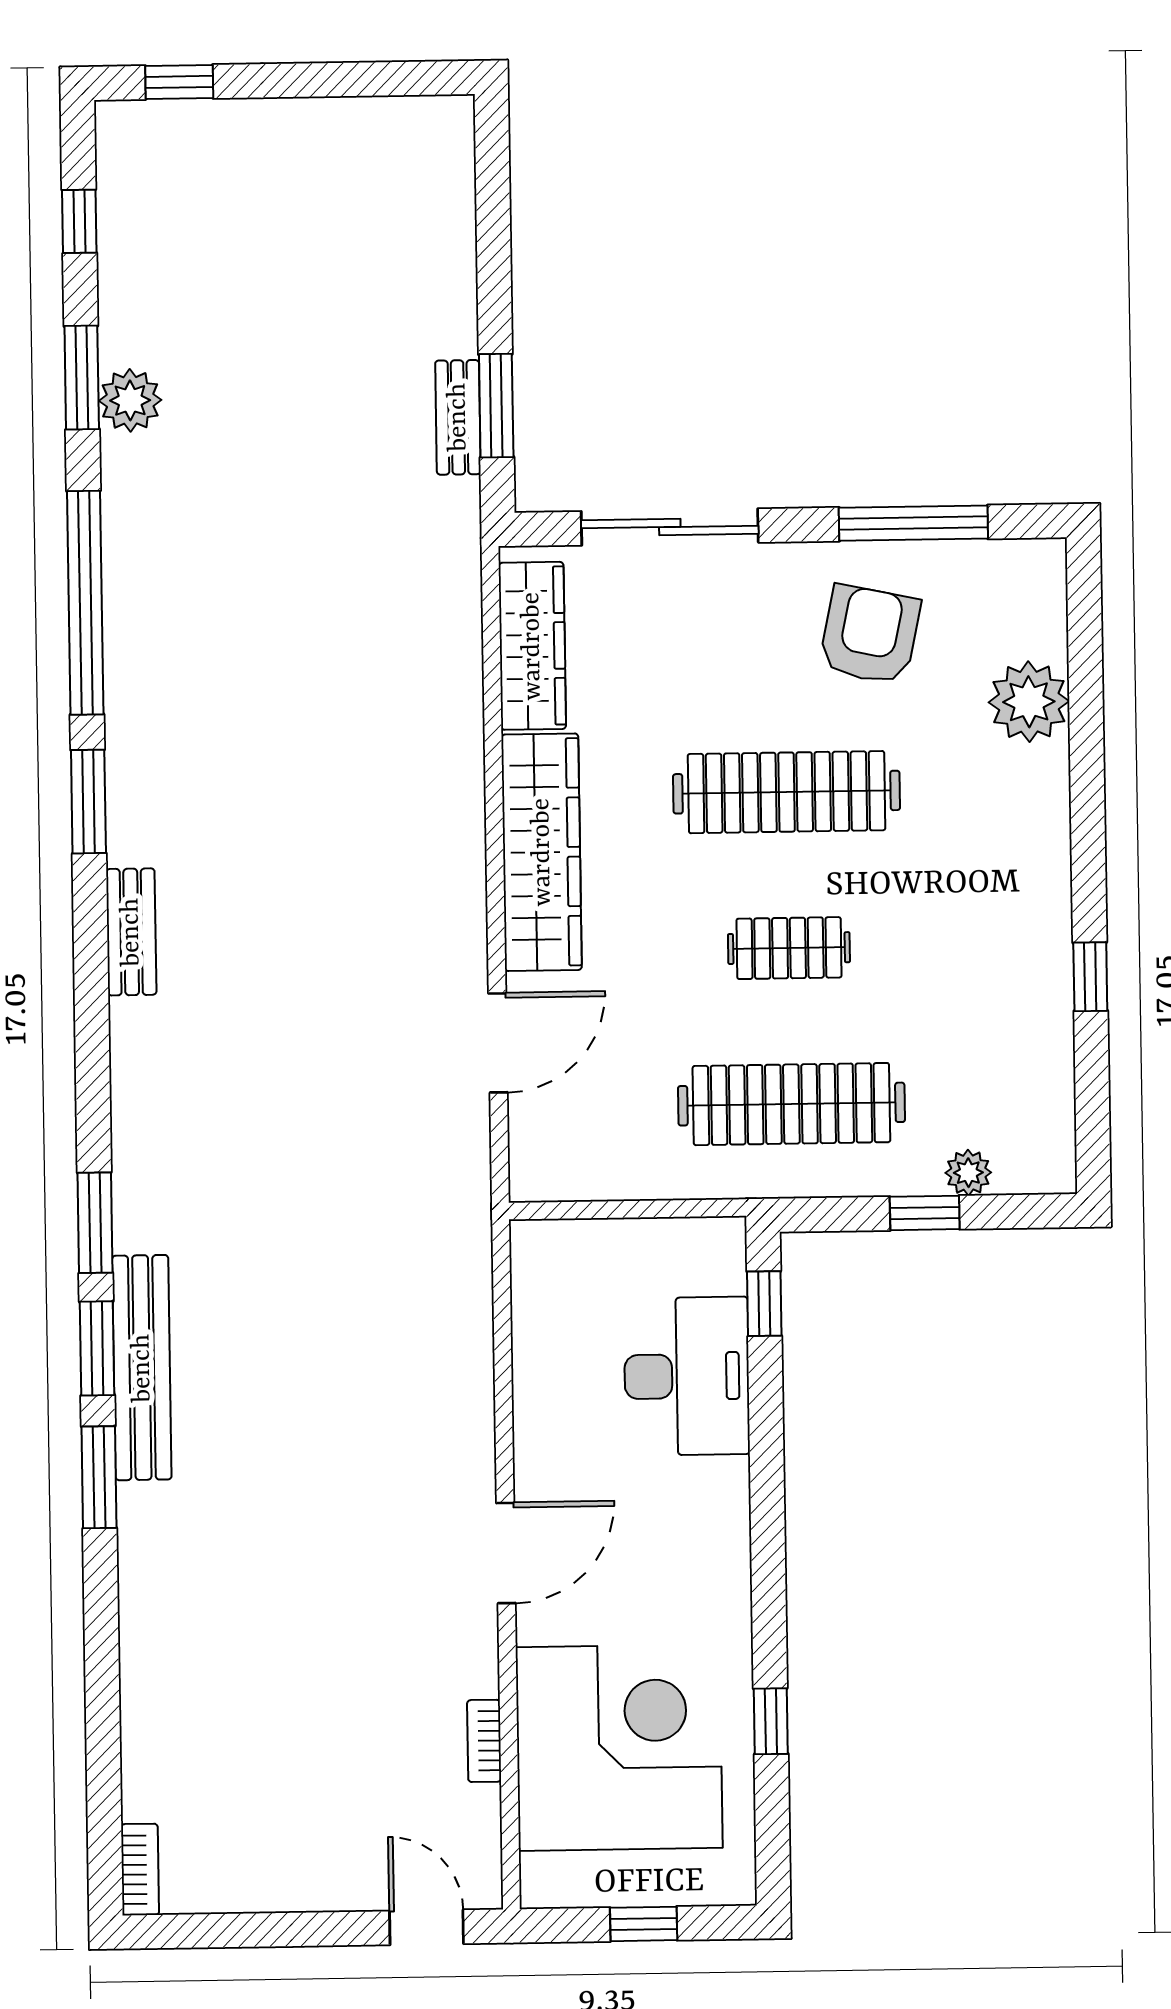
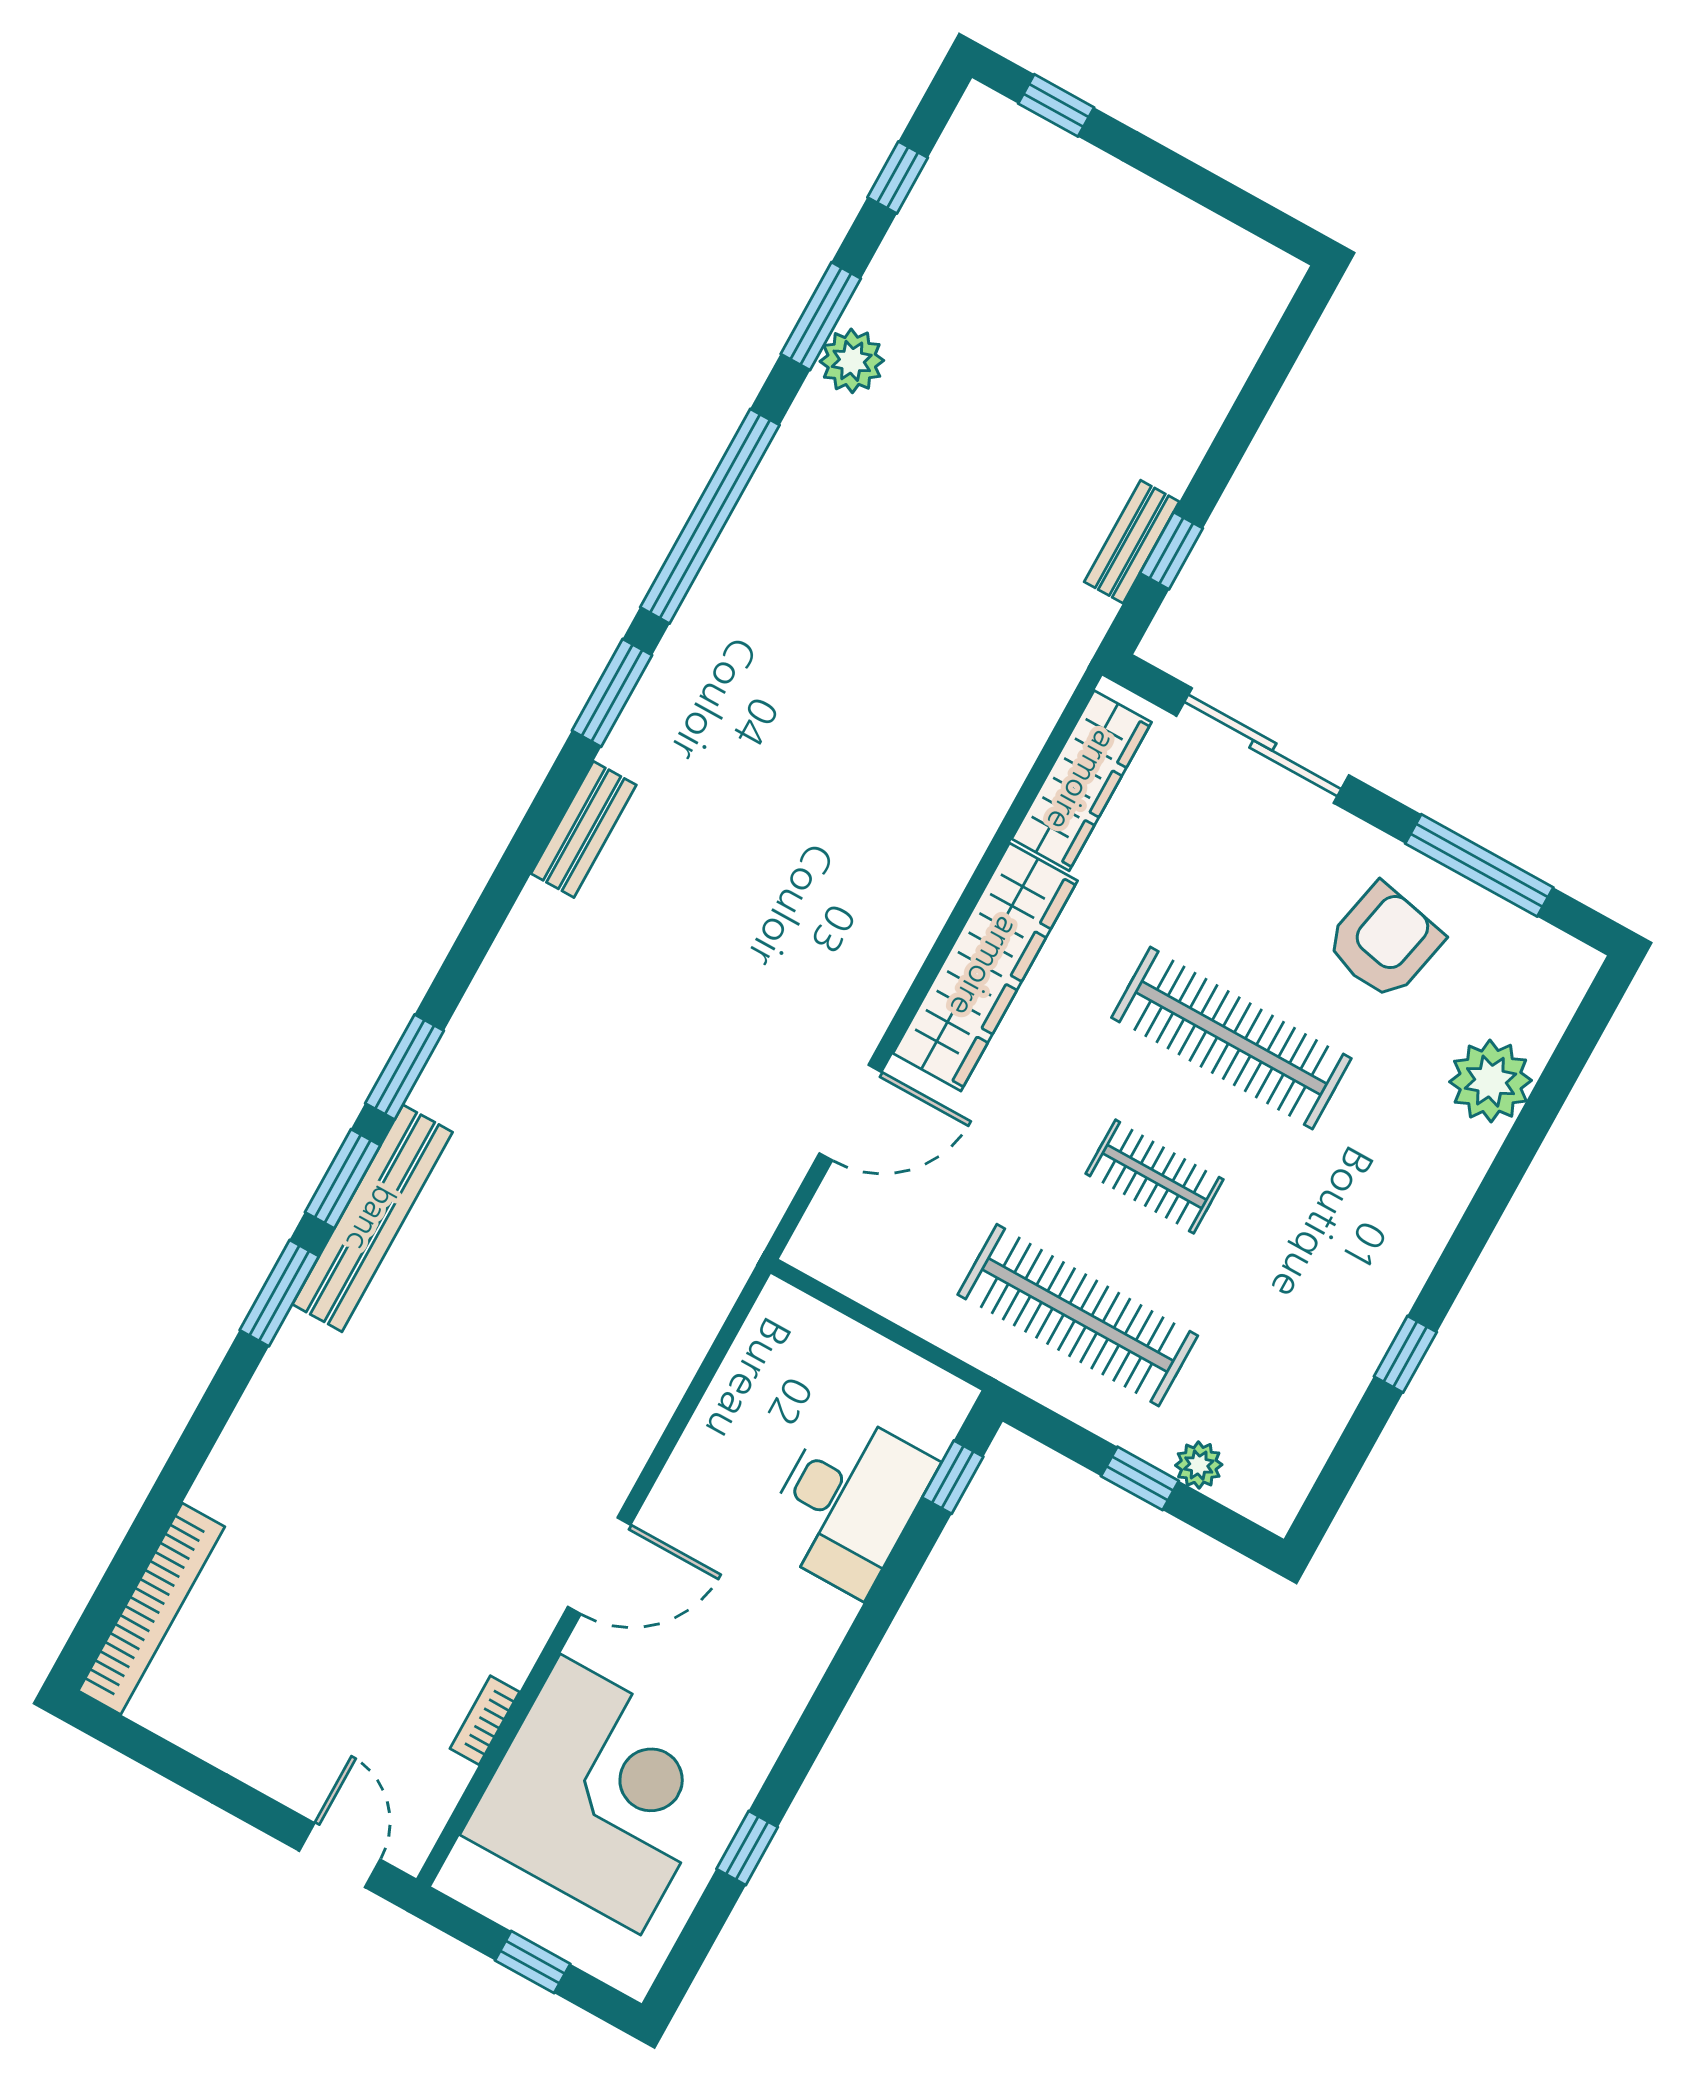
window: (496, 406) -> (1171, 551), width x0.67
bookcase: (140, 1870) -> (151, 1609), width x2.31, depth x1.31

